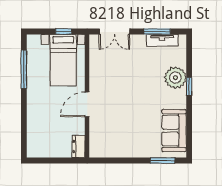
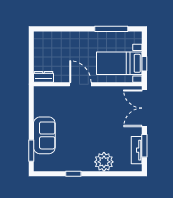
double door: (114, 31) -> (144, 108), width x1.37
window: (189, 86) -> (73, 174), moved
sofa: (174, 131) -> (44, 135), moved, turned 90

